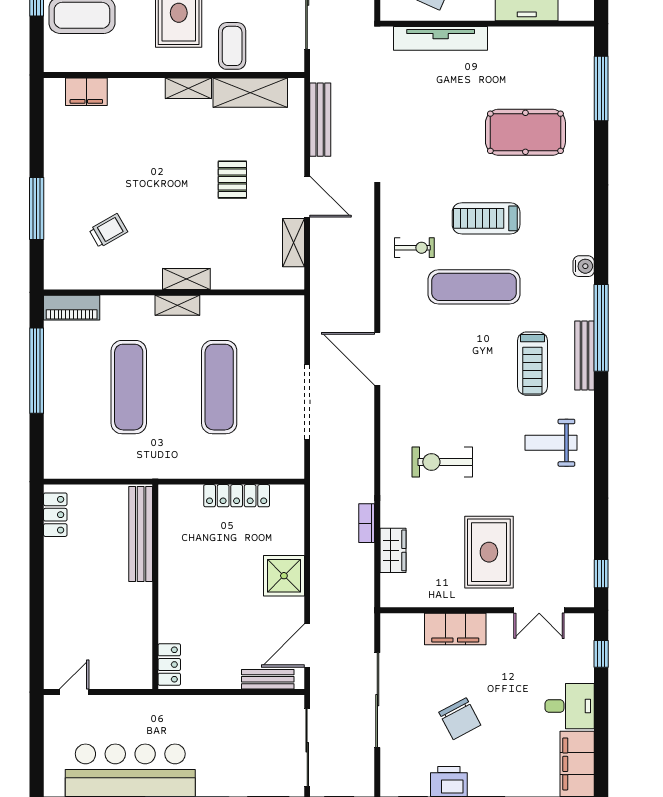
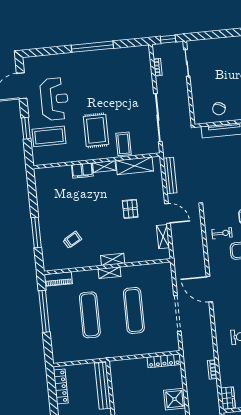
filing cabinet: (86, 92) -> (82, 171), moved
locker: (237, 496) -> (164, 361), moved
locker: (55, 515) -> (61, 386), width x1.53
wardrobe: (393, 550) -> (228, 398), moved

